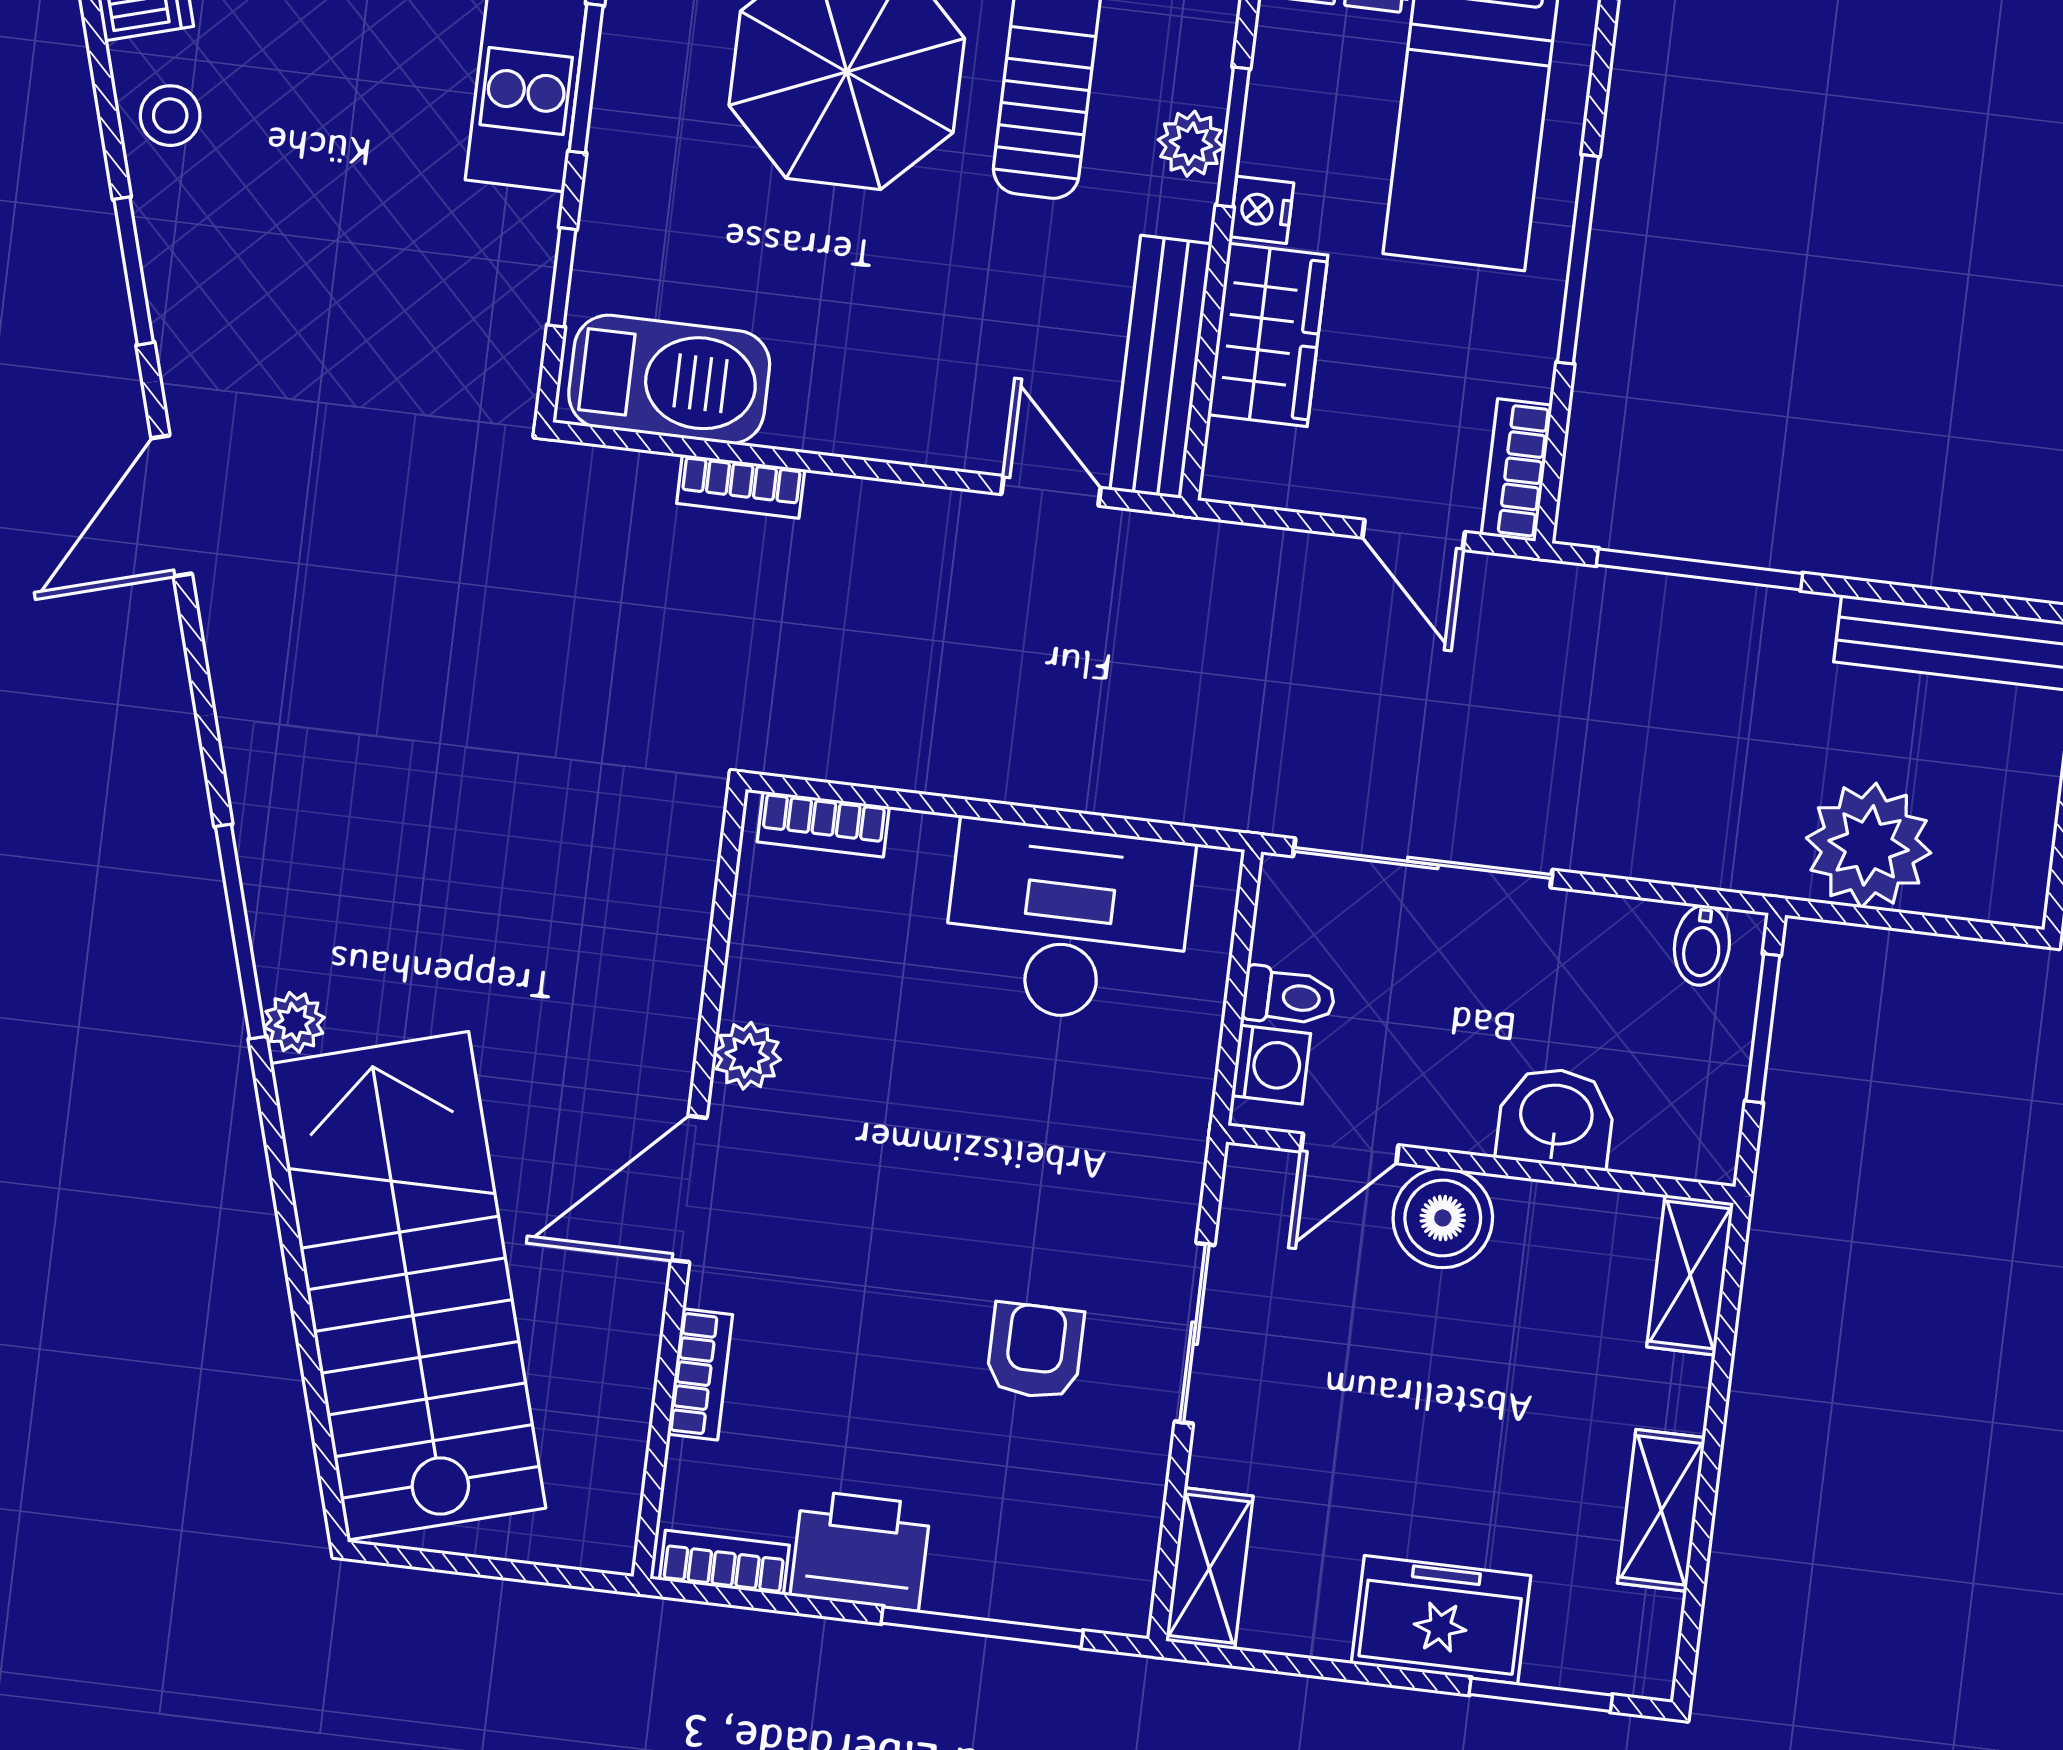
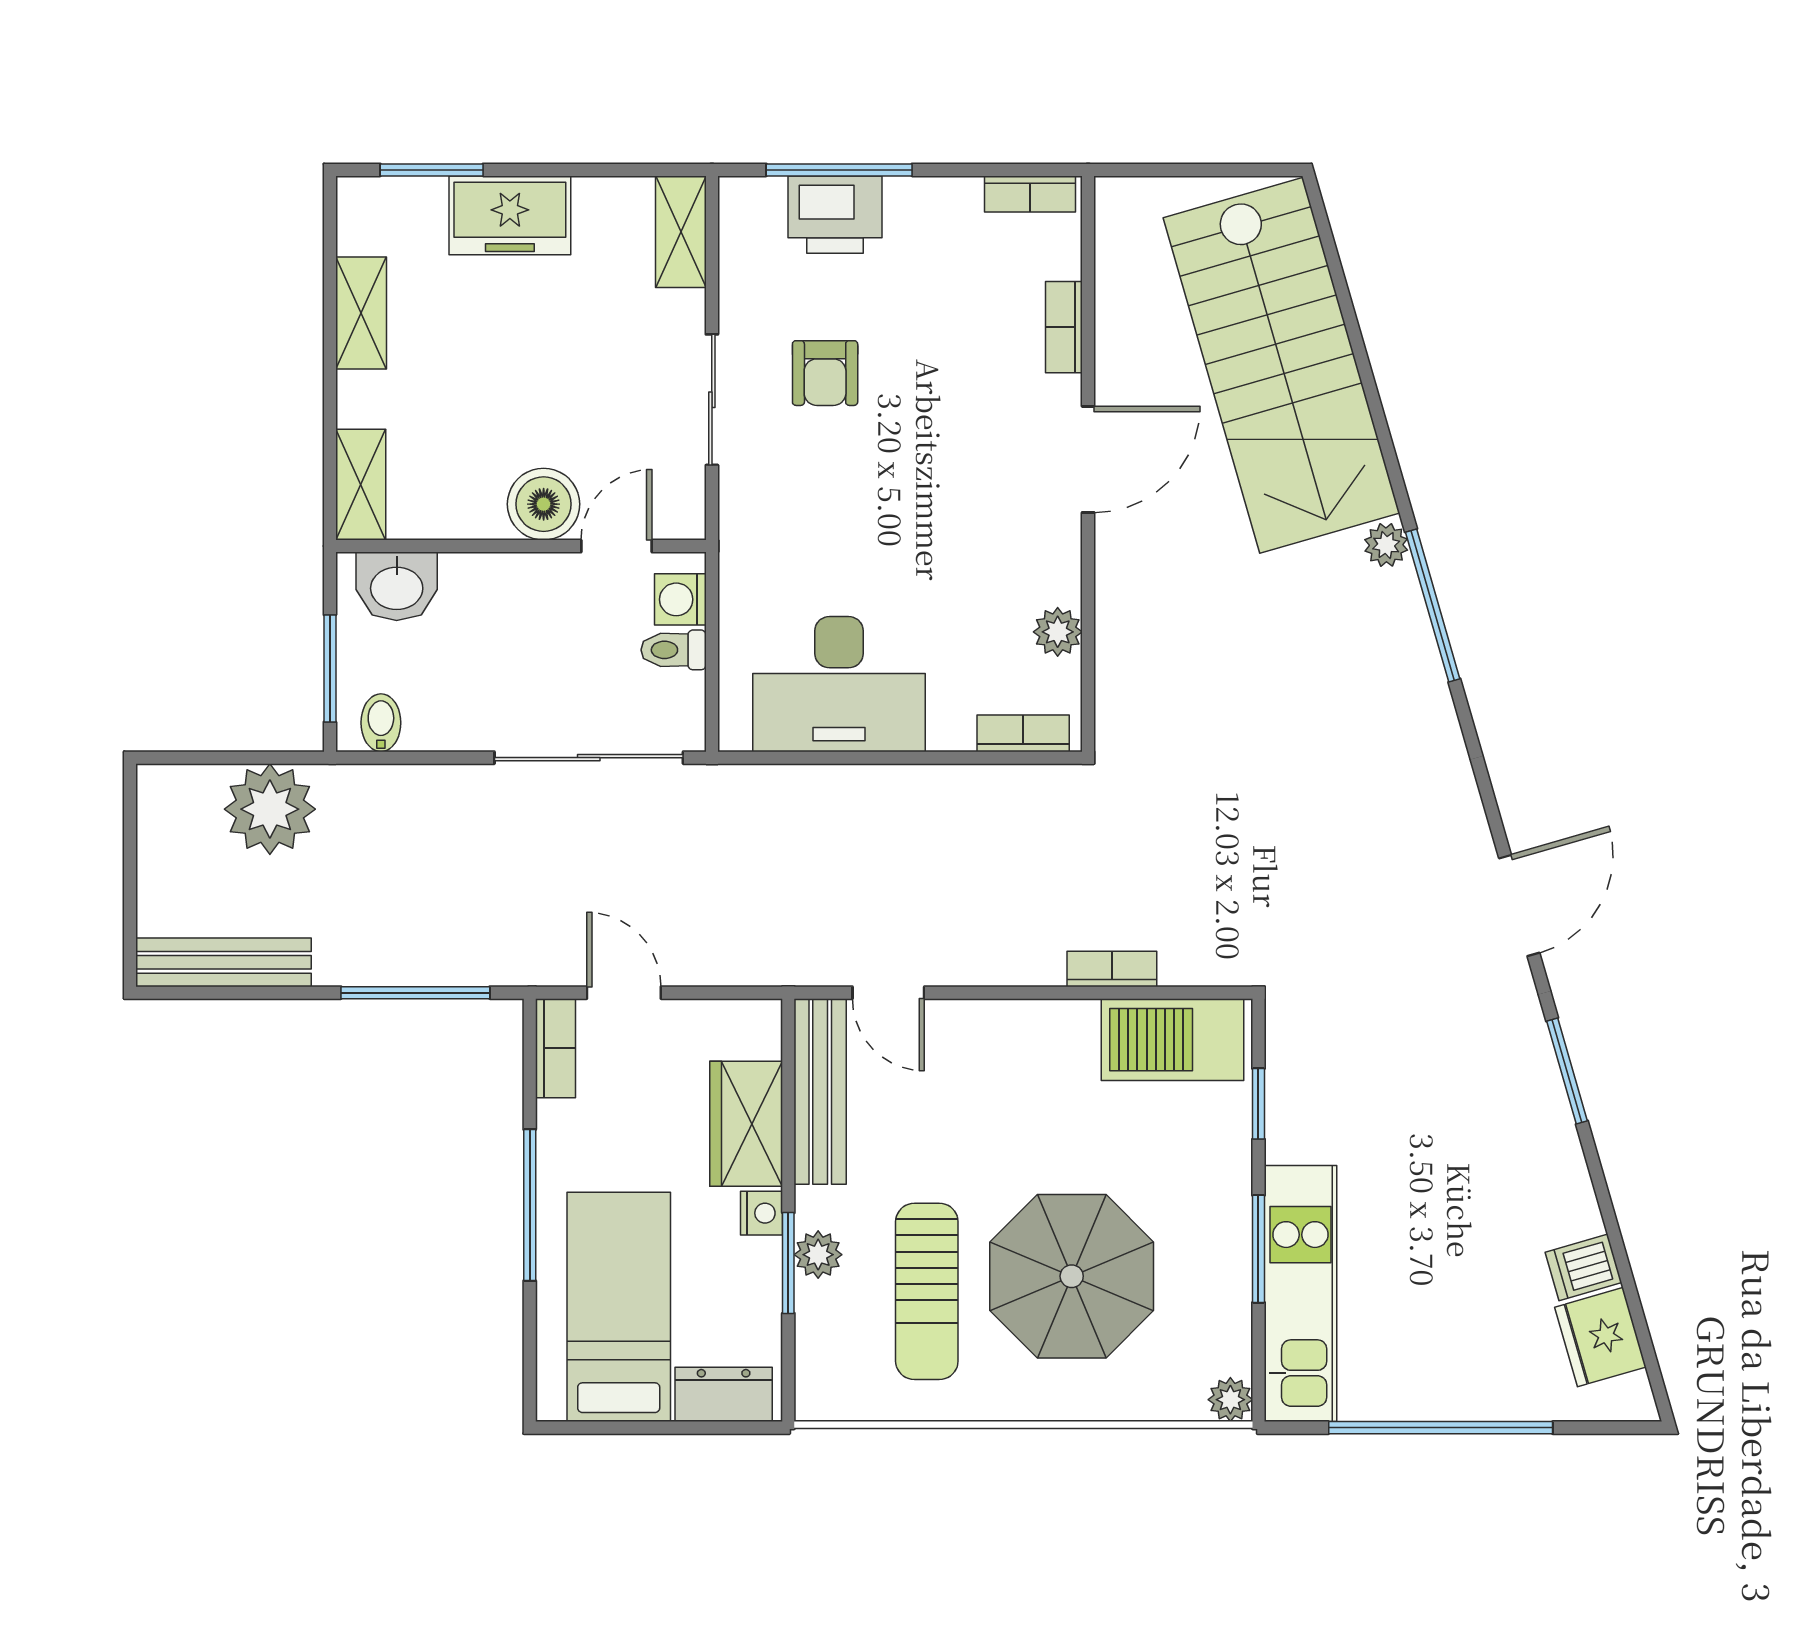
stool: (170, 116) -> (1554, 1186), removed
plant: (747, 1056) -> (1058, 632), moved
washbasin: (1556, 1117) -> (397, 586), moved
printer: (861, 1550) -> (835, 215), moved

